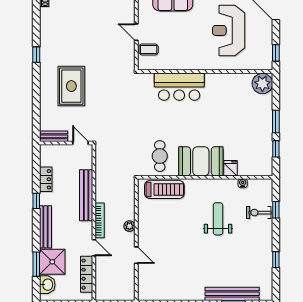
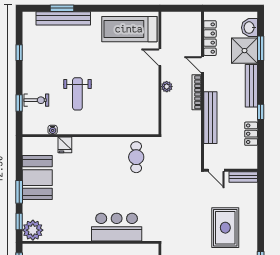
window: (276, 149) -> (19, 221), moved
booth: (201, 161) -> (37, 178), moved, turned 90
treadmill: (164, 189) -> (129, 29), moved, width x1.37, depth x1.38

